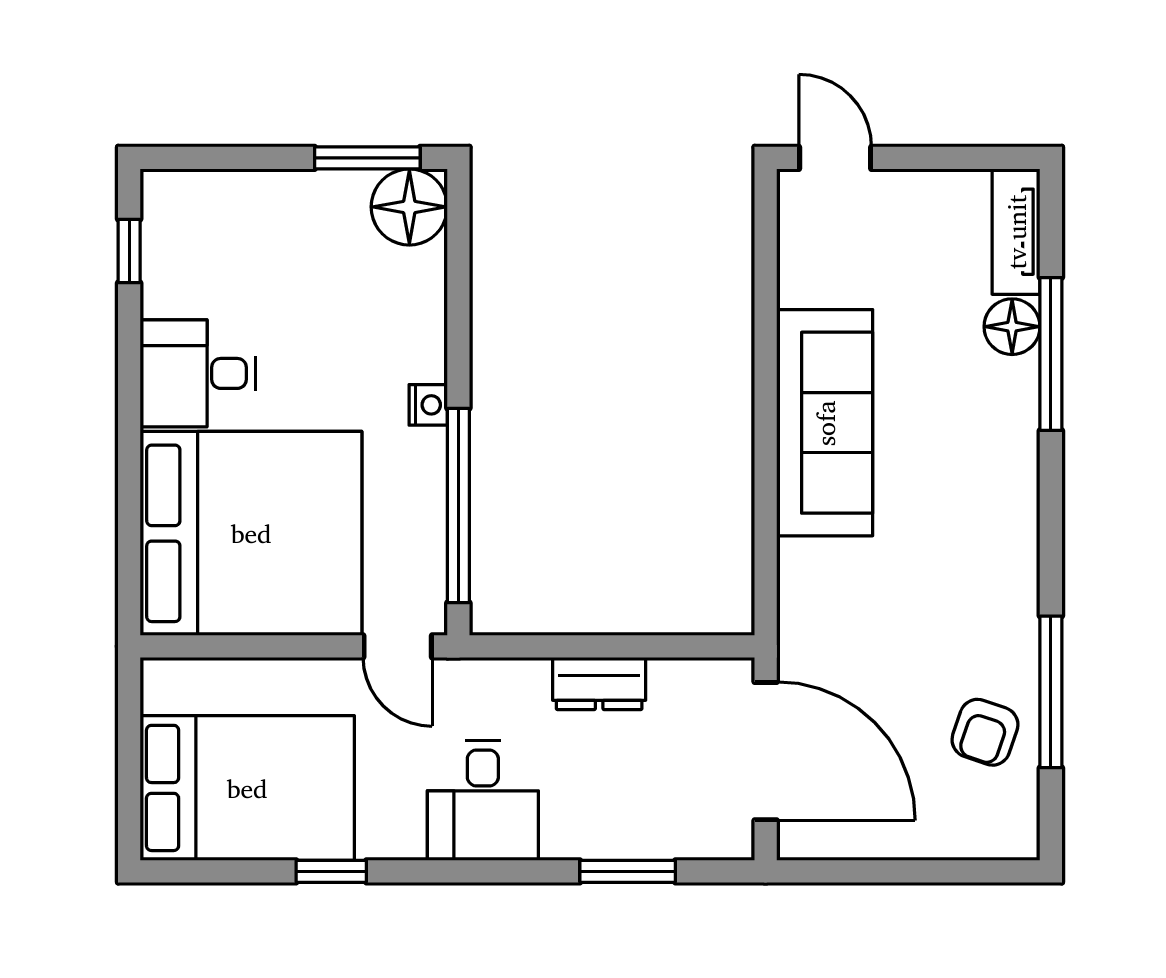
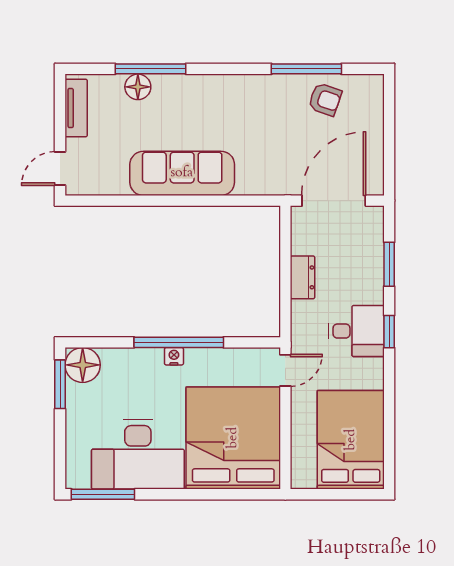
tv unit: (1016, 232) -> (76, 108), moved, turned -90
window: (129, 251) -> (103, 494), width x2.17
desk: (198, 373) -> (138, 455), width x1.87, depth x1.30
window: (458, 506) -> (179, 342), moved
window: (331, 871) -> (389, 332), moved

